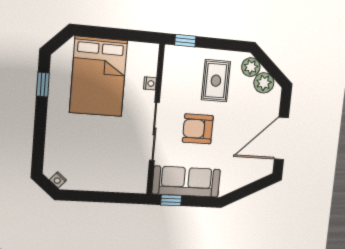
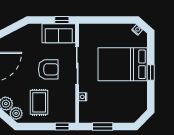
window: (123, 35) -> (103, 127), added
bed: (98, 77) -> (123, 64), moved, turned -90
window: (43, 84) -> (151, 73), moved
sofa: (186, 182) -> (59, 33), width x0.73

